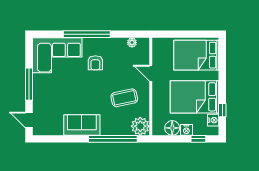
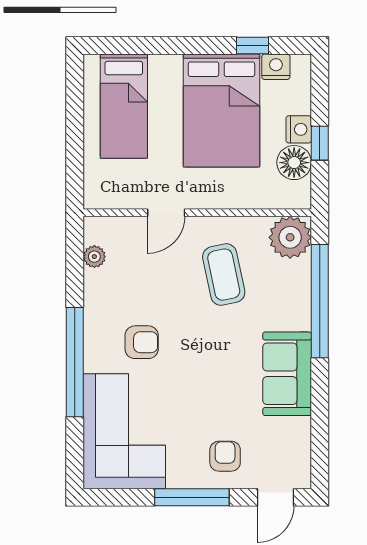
bed: (196, 55) -> (124, 106), width x0.67
armchair: (47, 98) -> (225, 456), added
window: (198, 139) -> (320, 143), moved

